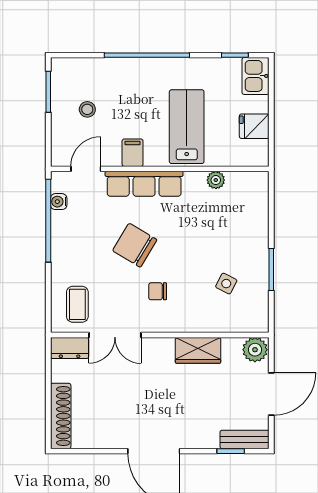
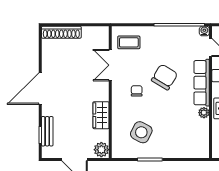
plant: (216, 180) -> (204, 113), moved
water cooler: (59, 202) -> (204, 31), moved
side table: (226, 284) -> (141, 132), width x1.87, depth x1.87
dresser: (70, 348) -> (102, 38), removed
bench: (245, 439) -> (47, 131), moved

